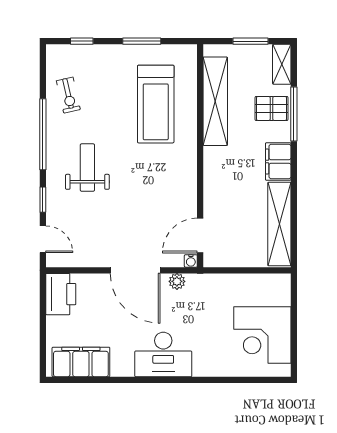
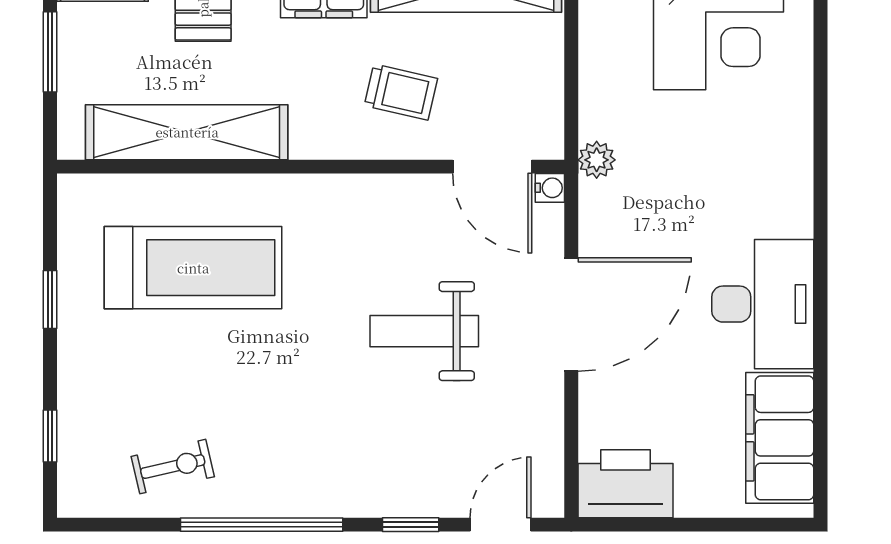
window: (142, 41) -> (50, 299), width x0.67
weight bench: (87, 168) -> (424, 331), moved
trolley: (233, 195) -> (401, 92), added
plant: (177, 281) -> (597, 160), moved
desk: (163, 354) -> (763, 304), moved

